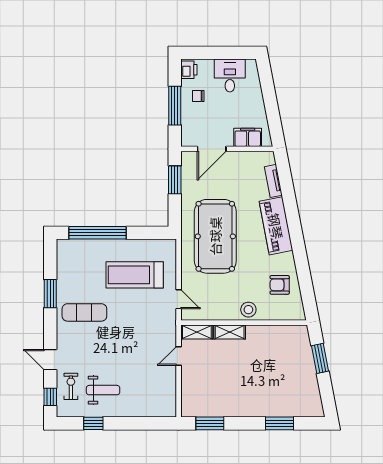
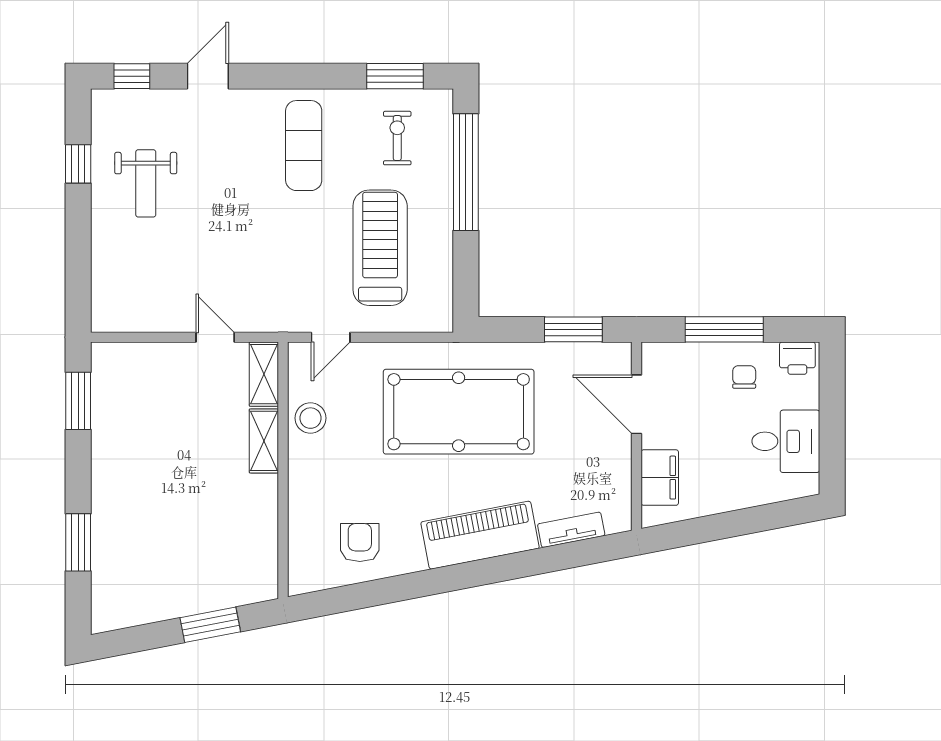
window: (50, 294) -> (395, 76), moved
stool: (248, 310) -> (310, 418), moved
exercise bike: (71, 386) -> (397, 138), moved, turned -90

